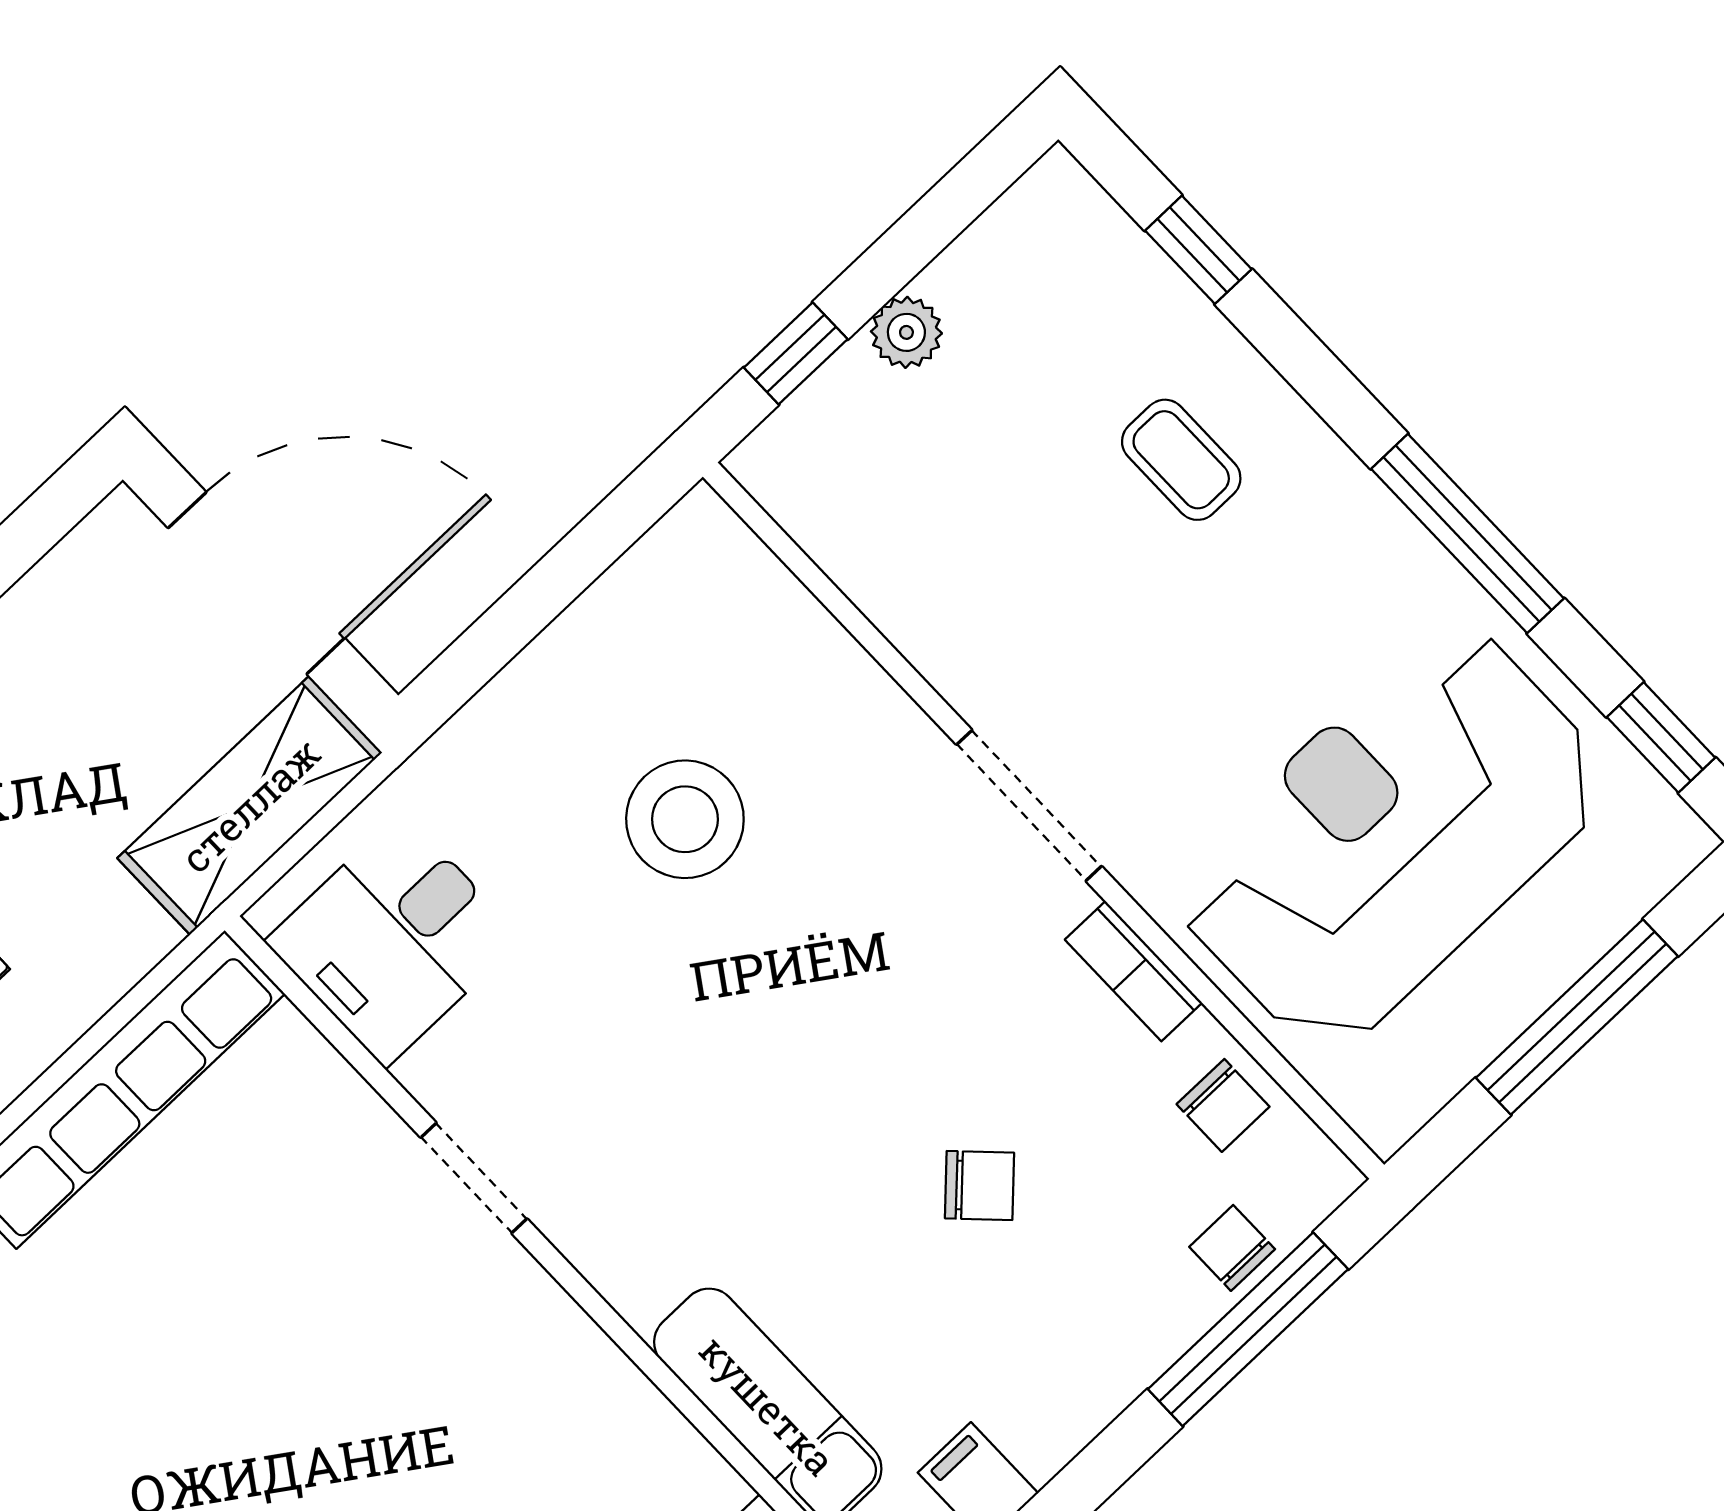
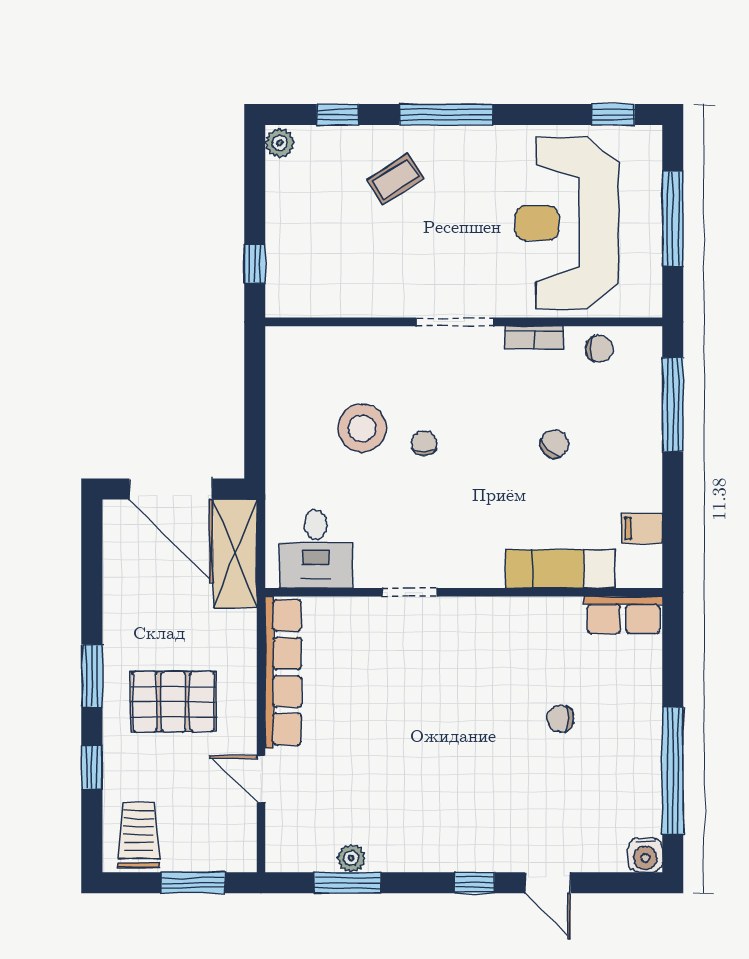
plant: (906, 332) -> (280, 143), moved
coffee table: (1181, 460) -> (395, 179), turned -33
window: (1468, 534) -> (446, 115), moved
door: (256, 583) -> (171, 489), swing flipped
chair: (1232, 1248) -> (424, 443), moved, turned 90

